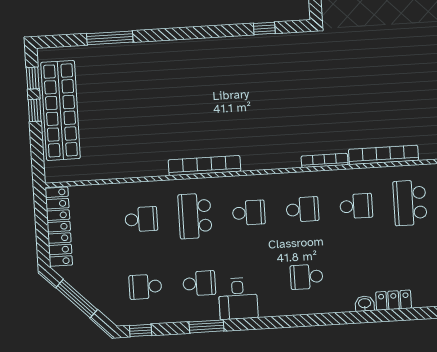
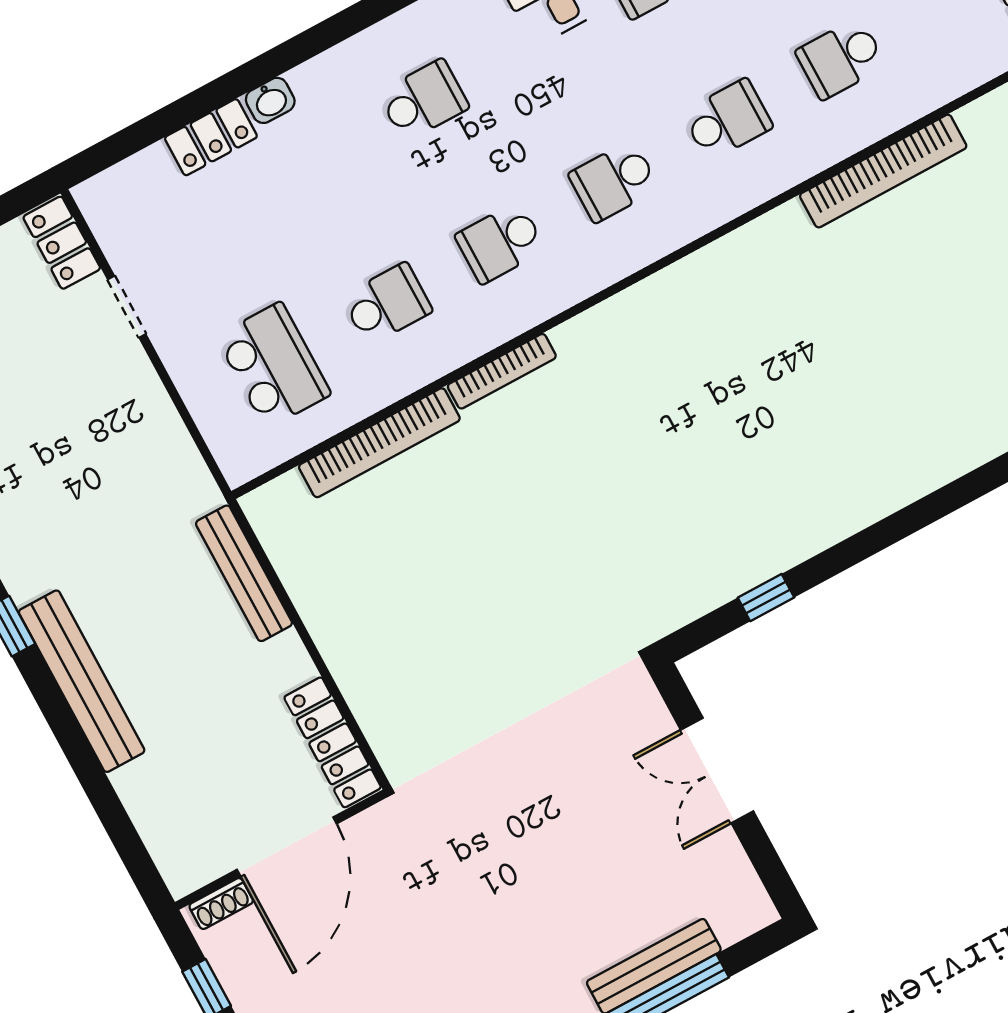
bookcase: (204, 166) -> (883, 171), moved
school desk: (356, 206) -> (387, 304), turned 180
school desk: (195, 216) -> (727, 120), width x0.54

